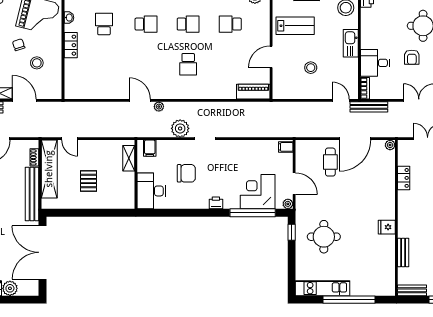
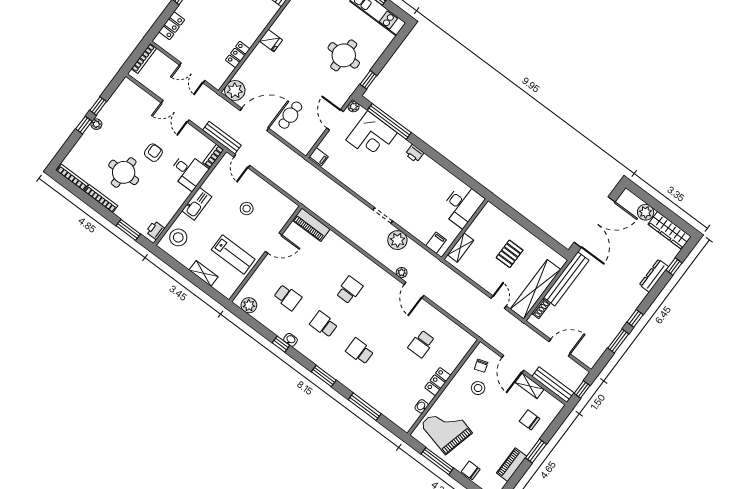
school desk: (104, 24) -> (421, 344), moved
lab bench: (295, 26) -> (233, 254), turned 180
chair: (19, 45) -> (481, 366), moved
plant: (390, 145) -> (235, 91), width x1.88, depth x1.88
chair: (186, 173) -> (421, 198), removed
fridge: (387, 227) -> (271, 41), moved

